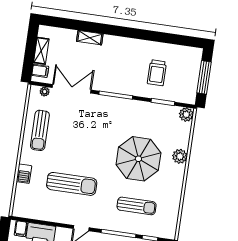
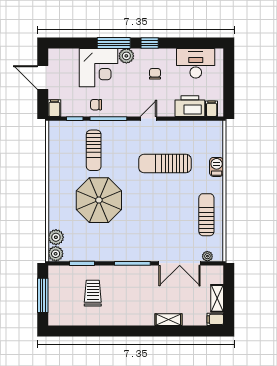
filing cabinet: (40, 71) -> (215, 319), moved
plant: (180, 156) -> (56, 237), moved
sun lounger: (137, 206) -> (94, 150), turned -90

